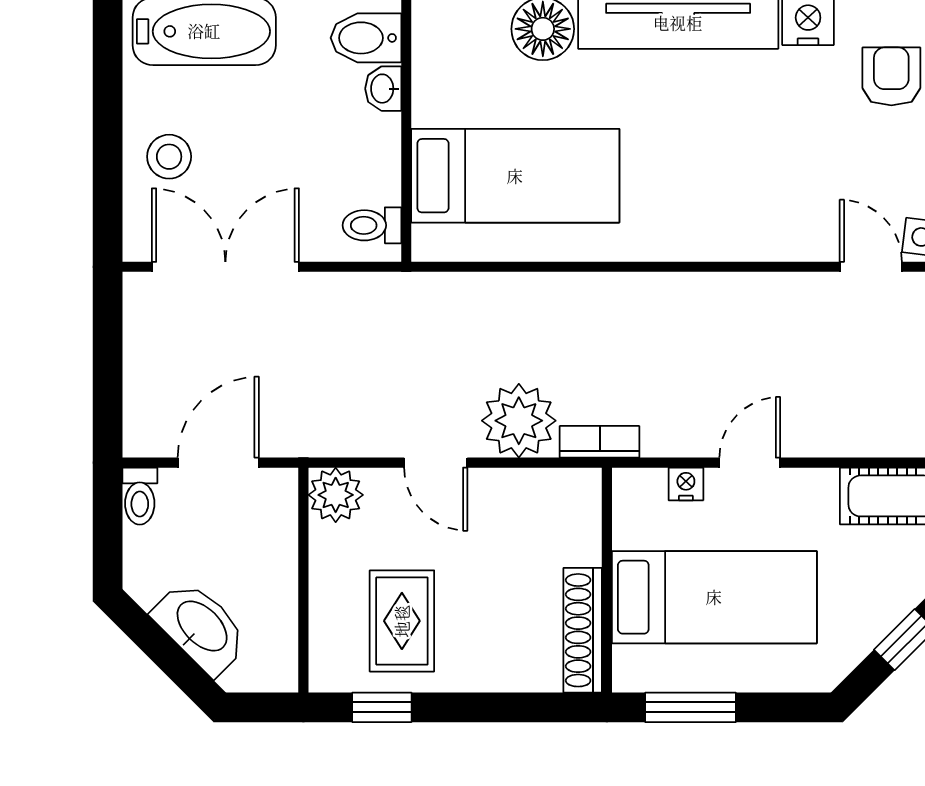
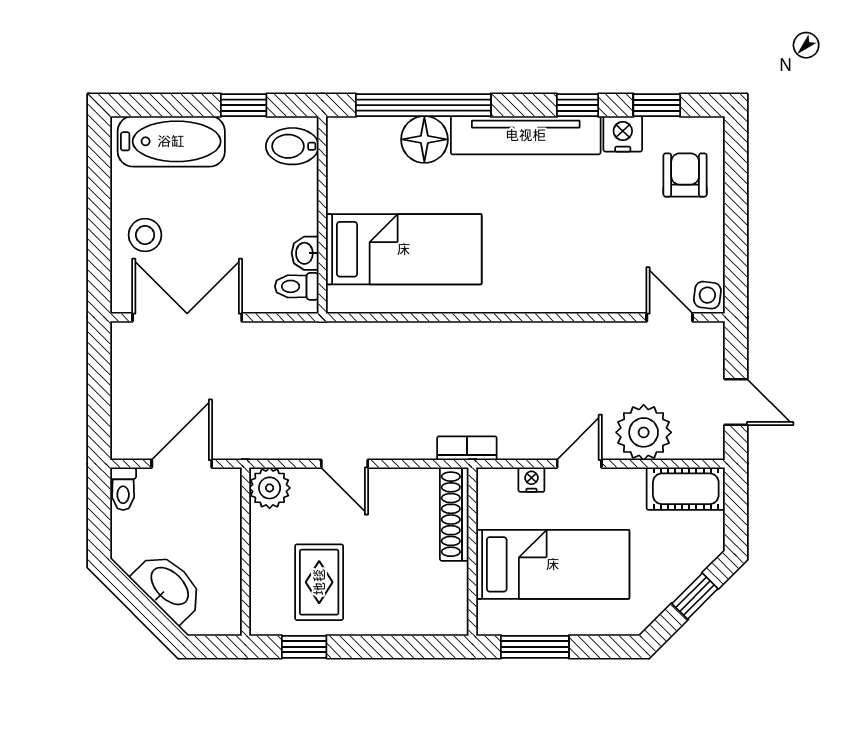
washbasin: (383, 89) -> (305, 253), moved
plant: (519, 421) -> (644, 432), moved
shoe rack: (583, 630) -> (454, 514), moved

